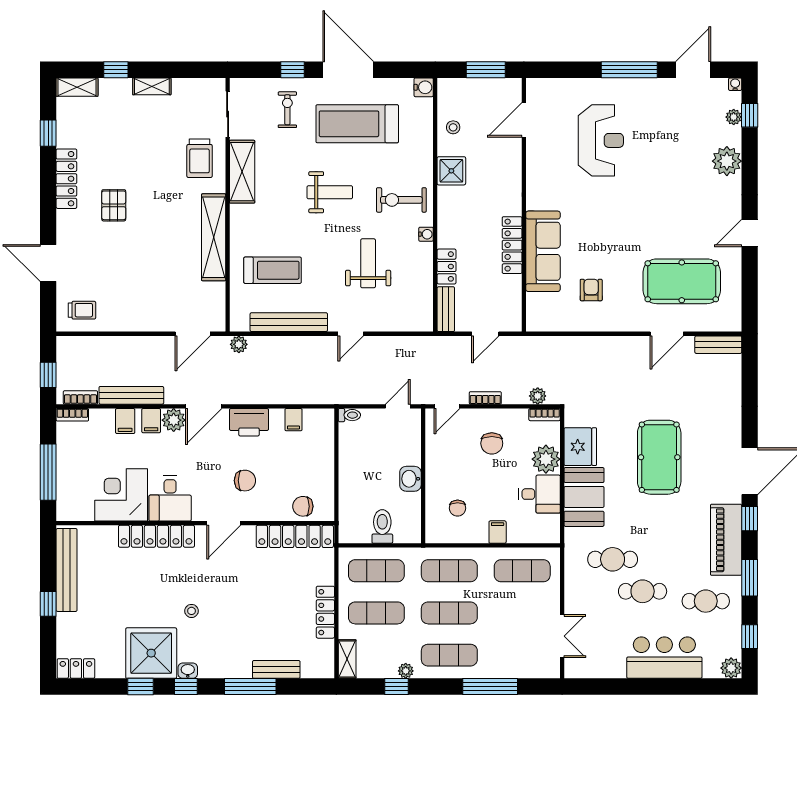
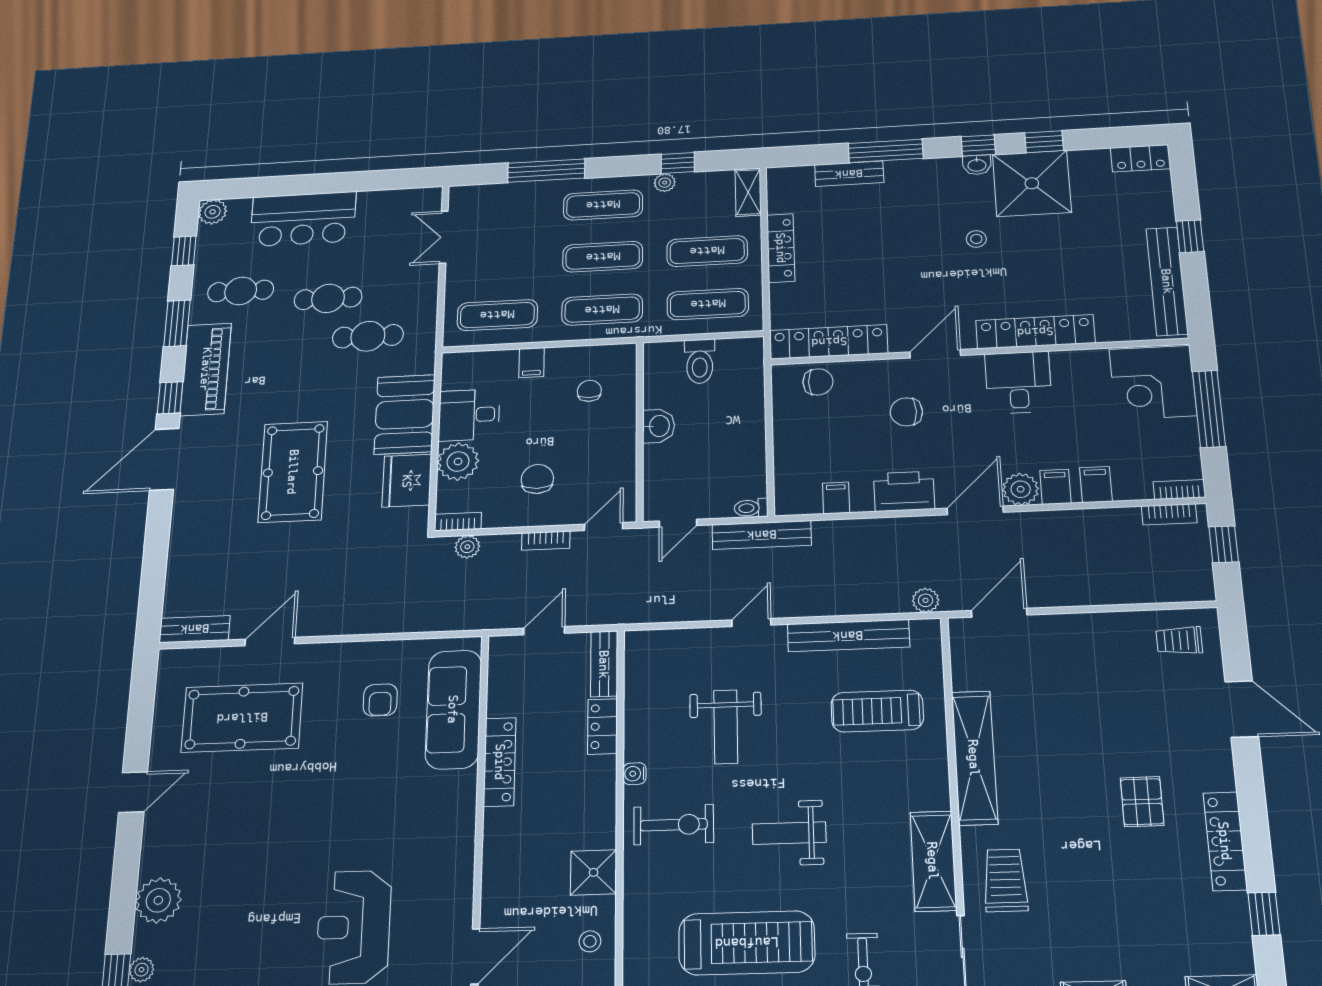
sofa: (543, 251) -> (453, 709), moved
bench: (131, 395) -> (762, 535), moved
corner desk: (121, 495) -> (1153, 382), moved, turned 90

